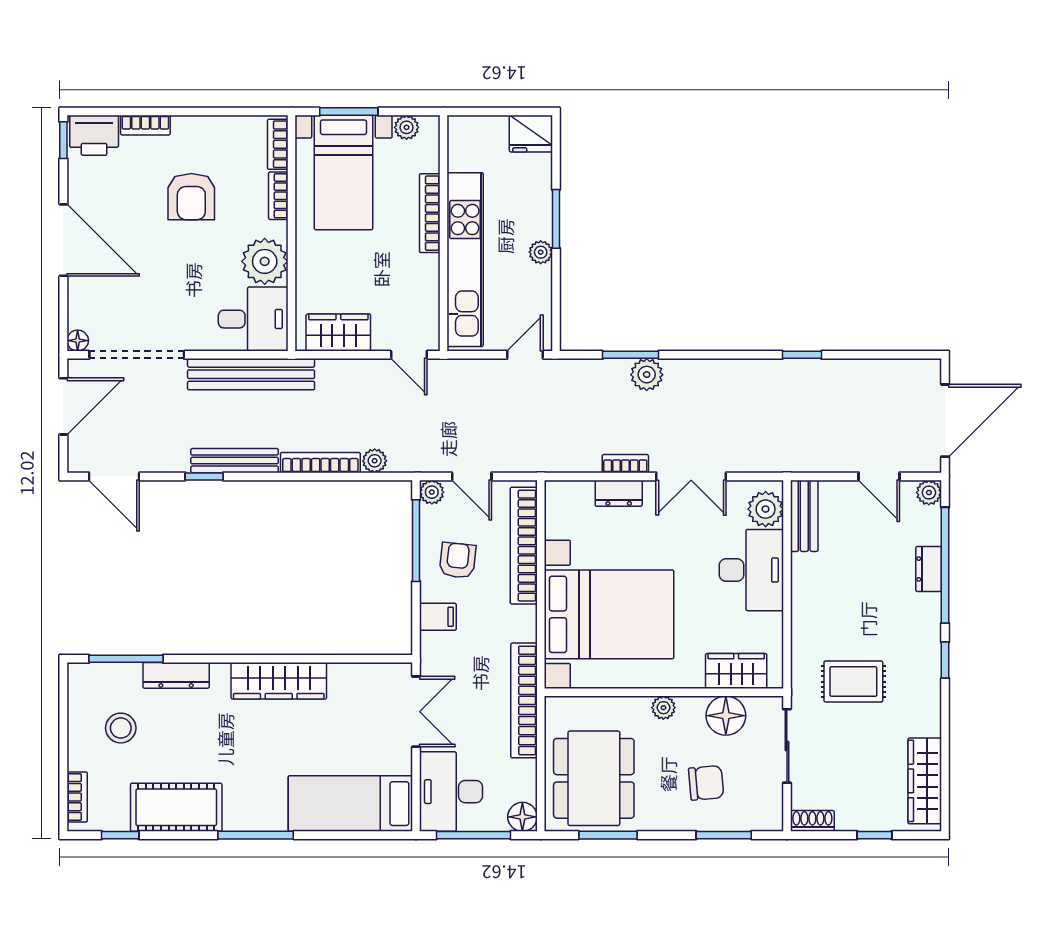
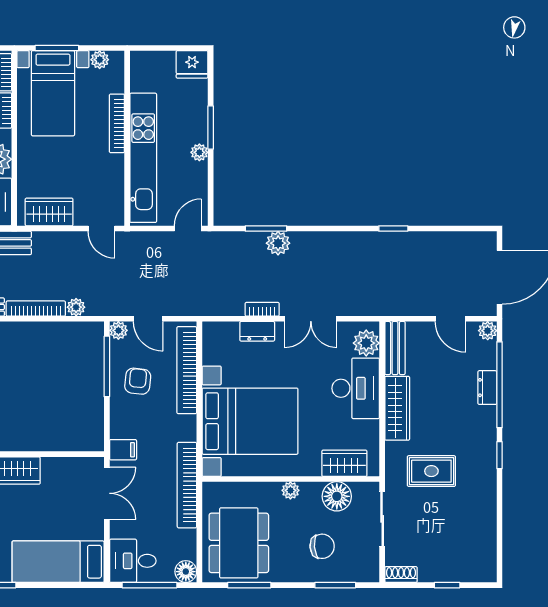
filing cabinet: (438, 617) -> (123, 450), moved
wardrobe: (925, 781) -> (397, 408), moved, turned 180
desk: (451, 792) -> (133, 561), width x0.73

